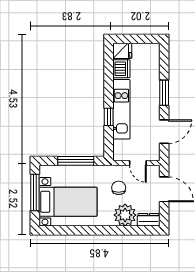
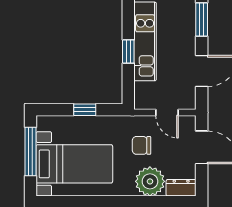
window: (76, 161) -> (85, 110), width x0.46
chair: (119, 188) -> (141, 145), turned -90

